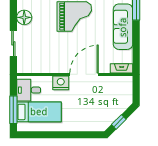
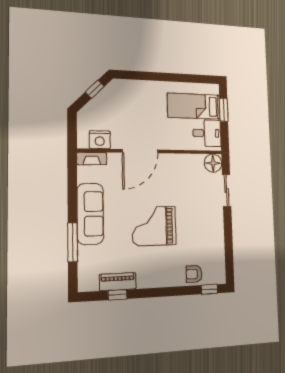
floor lamp: (24, 17) -> (213, 163), moved
nightstand: (61, 83) -> (100, 140), moved
window: (13, 110) -> (224, 110), width x0.69

